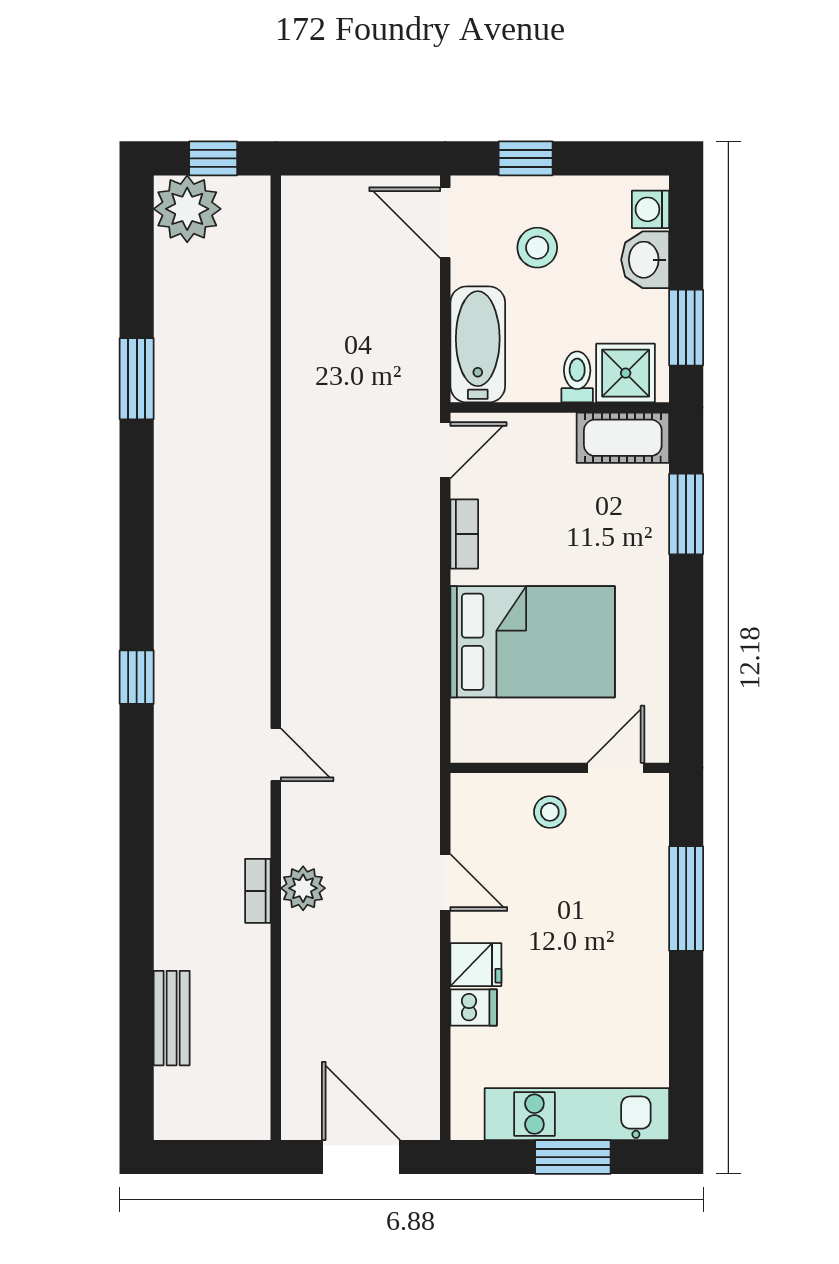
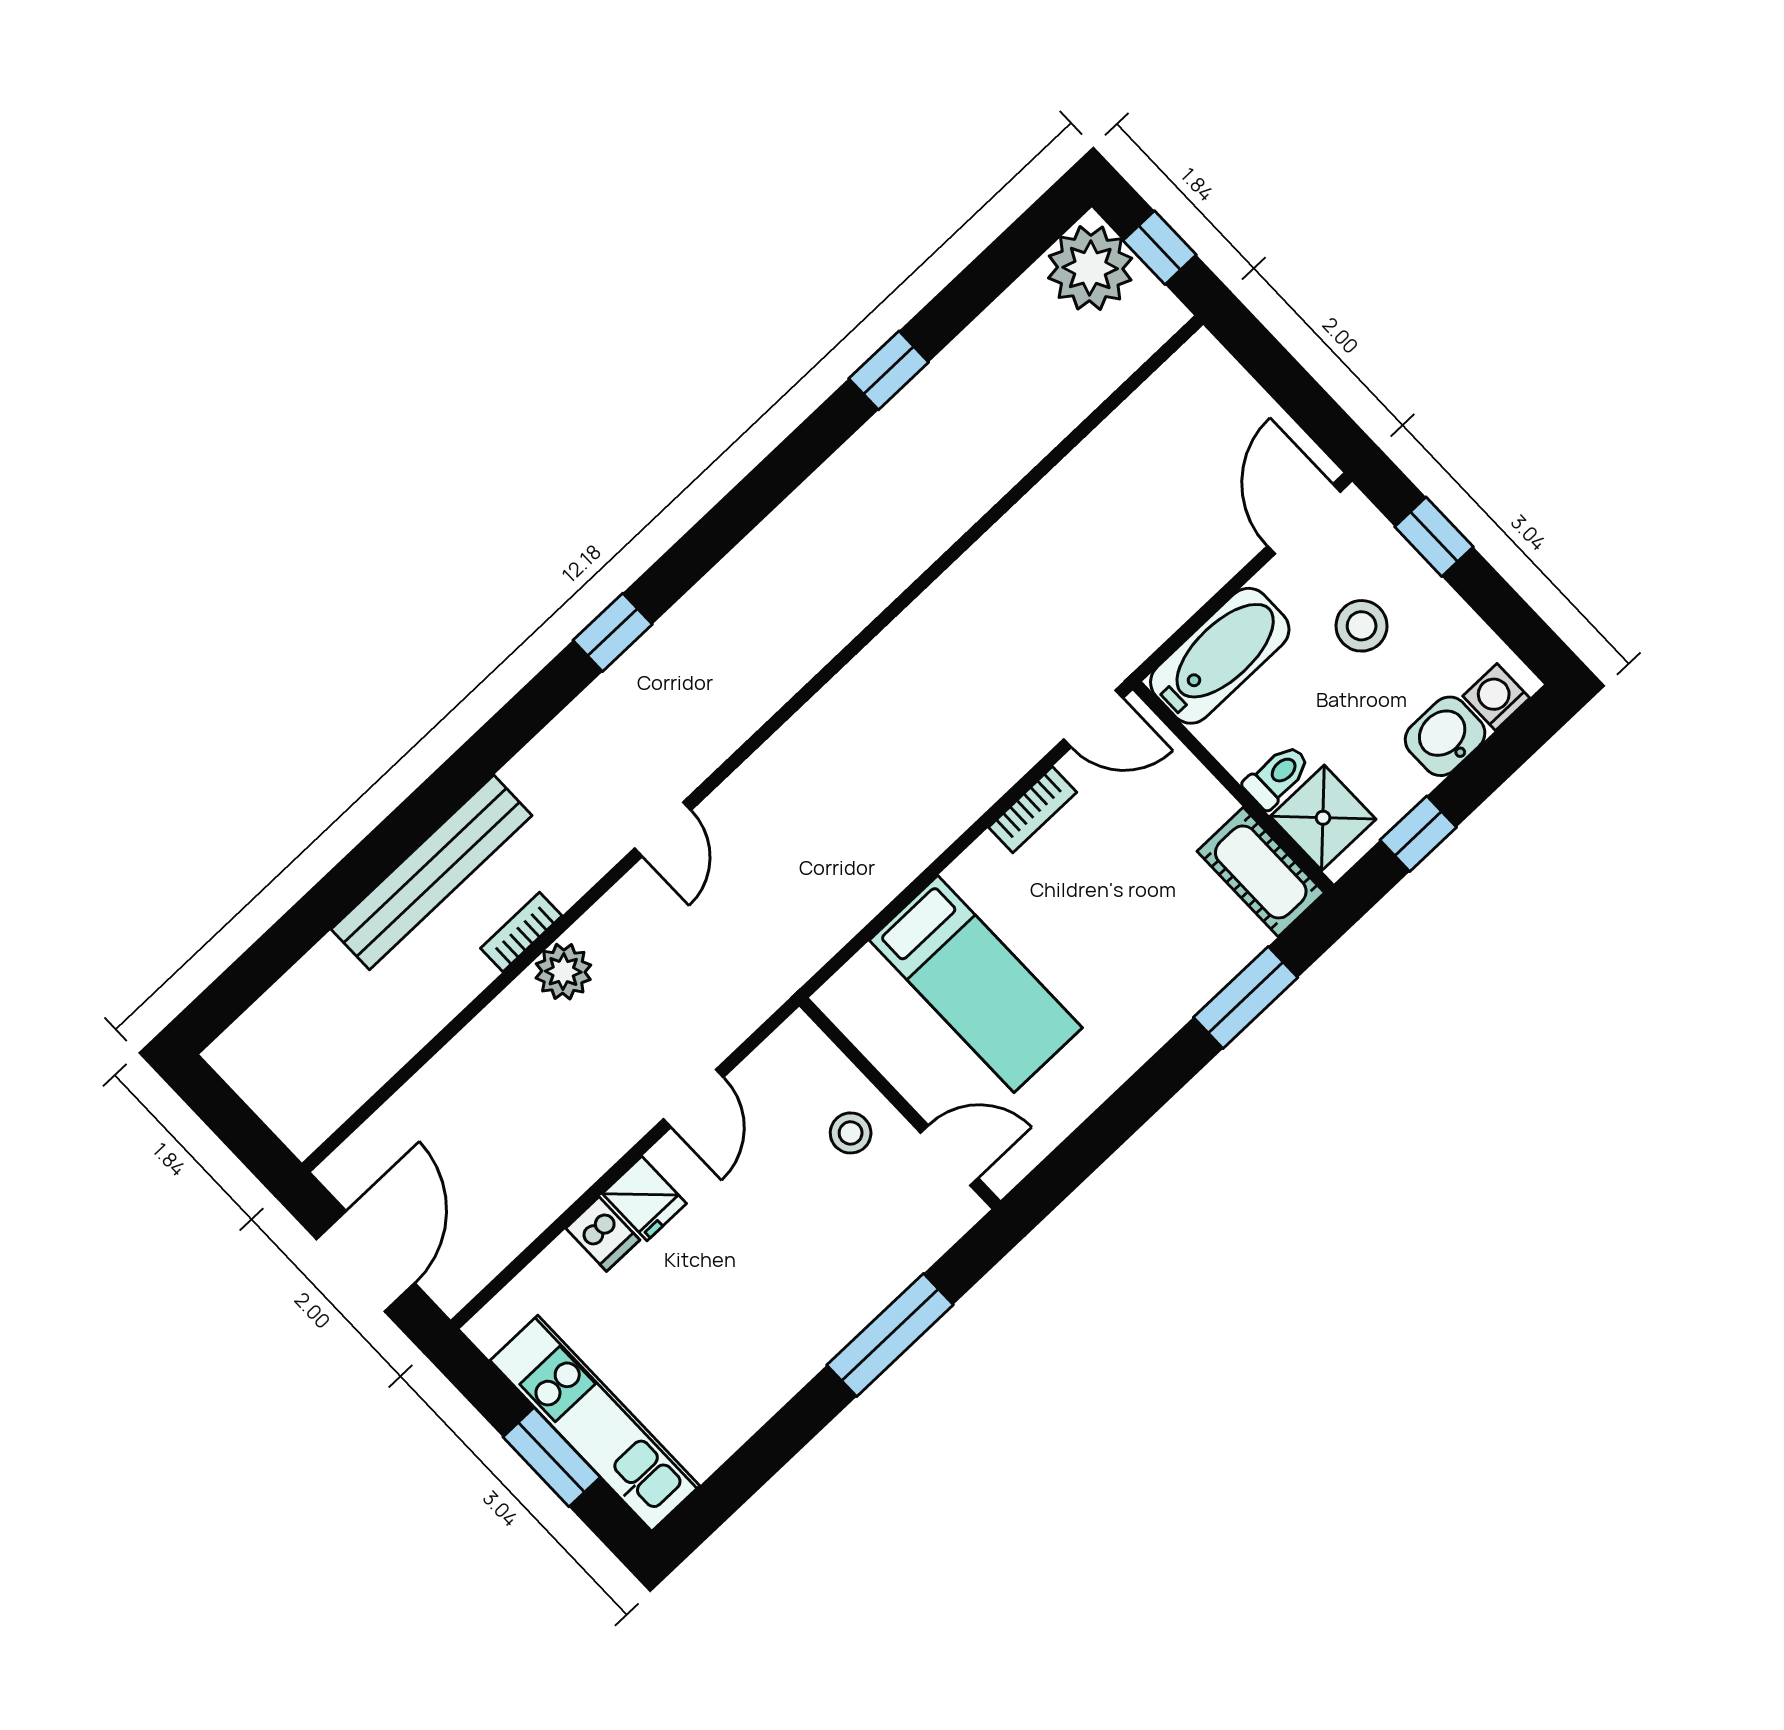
window: (686, 328) -> (1418, 834), width x0.67
window: (137, 379) -> (889, 370), width x0.67
bed: (533, 642) -> (976, 984), width x0.67
bench: (172, 1018) -> (432, 872), moved, width x1.86, depth x1.21

